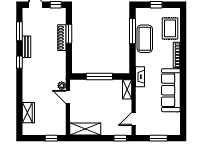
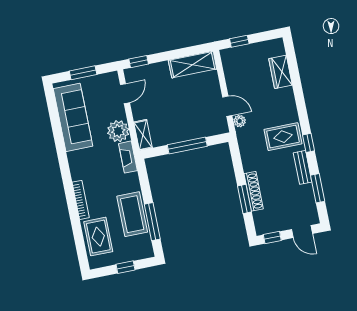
rug: (35, 70) -> (283, 137), added
sofa: (171, 90) -> (73, 117), moved
plant: (143, 95) -> (118, 131), added

